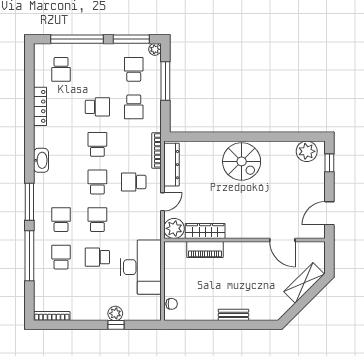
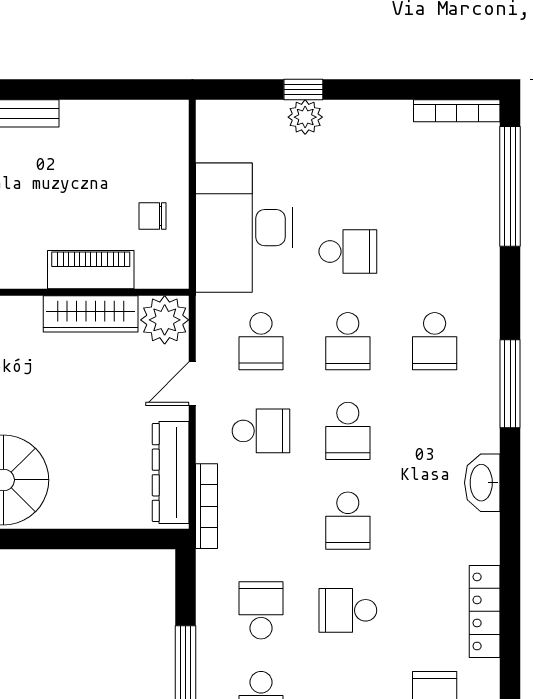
window: (29, 256) -> (510, 186), moved
school desk: (61, 257) -> (261, 341), moved
chair: (172, 304) -> (153, 216), moved

